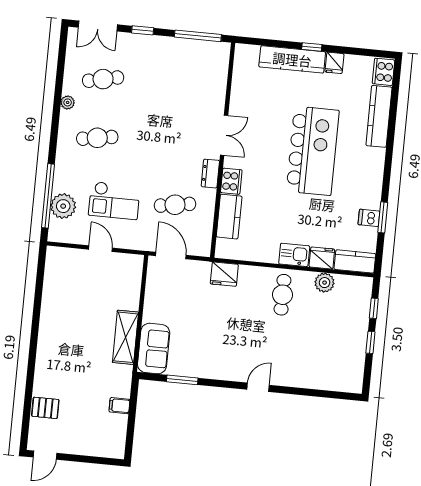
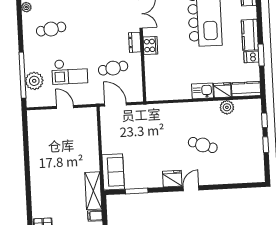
kitchen counter: (229, 217) -> (250, 35), moved, turned 180
fridge: (224, 274) -> (172, 179), moved, turned 180
cafe table: (282, 295) -> (203, 145), moved, turned -71
shelving: (125, 337) -> (93, 191), moved

